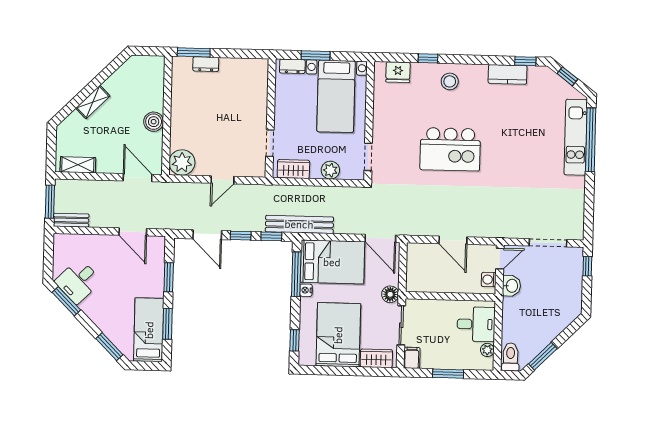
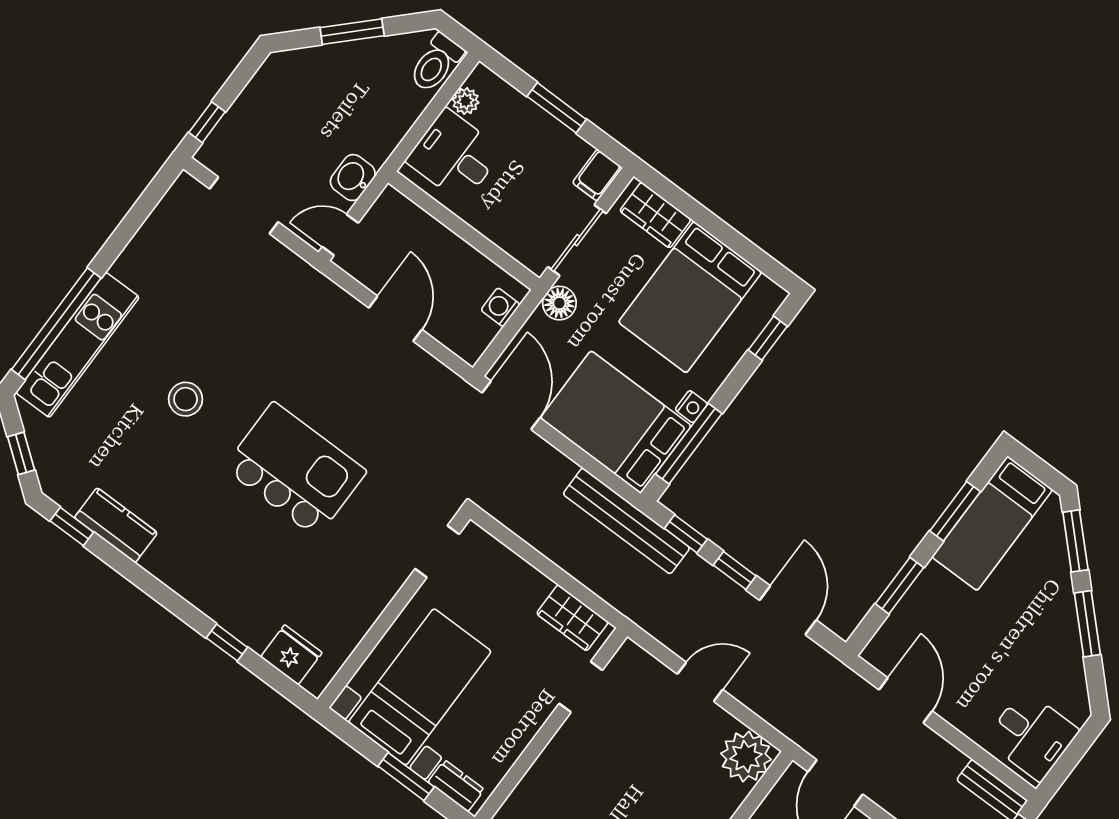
stool: (450, 81) -> (186, 399), moved
plant: (330, 170) -> (514, 573), removed
washing machine: (489, 280) -> (500, 307), moved, turned 180
desk: (78, 281) -> (1032, 735), moved, turned 45
window: (66, 301) -> (1087, 624), moved
window: (543, 356) -> (352, 32), moved

